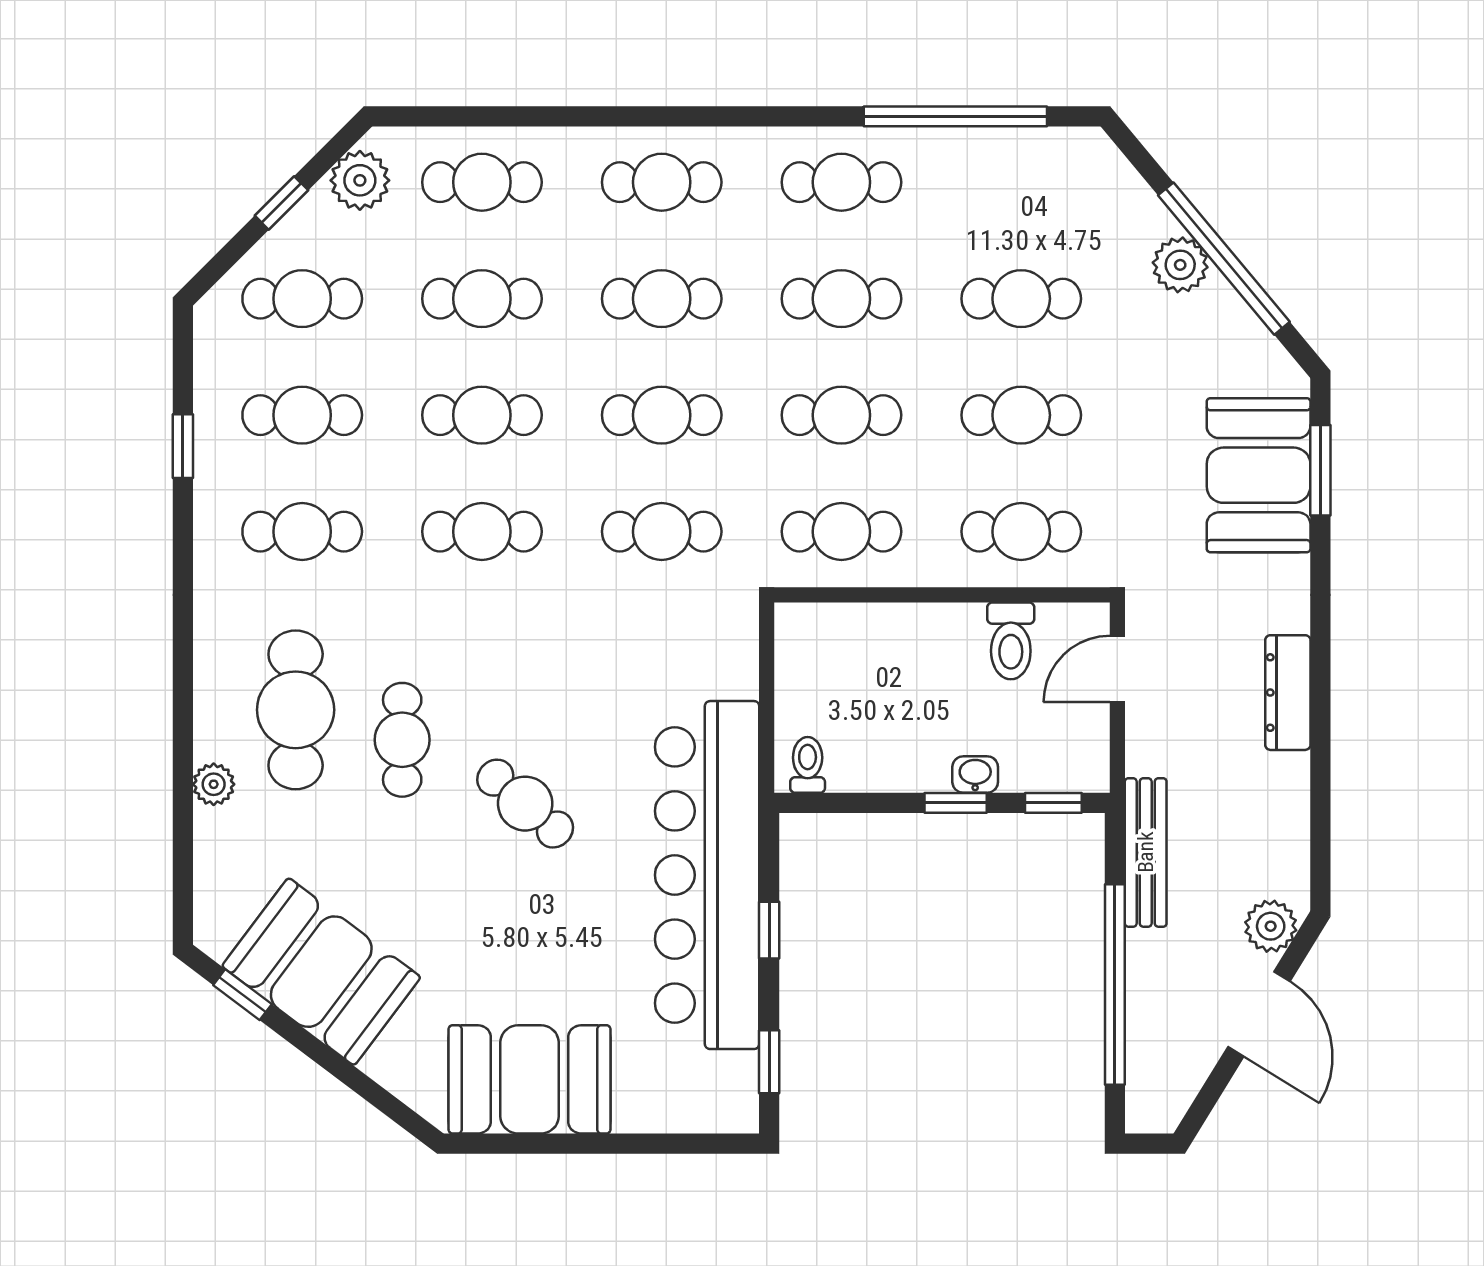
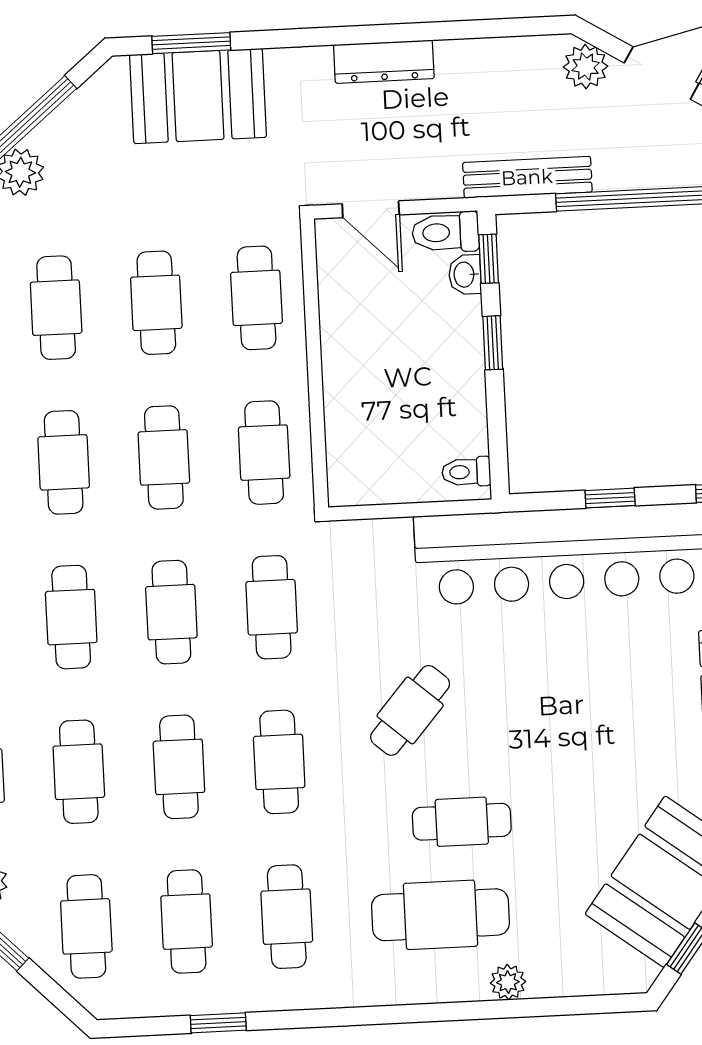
toilet: (1011, 641) -> (445, 232), moved, turned 180
washbasin: (975, 774) -> (465, 275), moved
cafe table: (525, 804) -> (410, 710), moved

